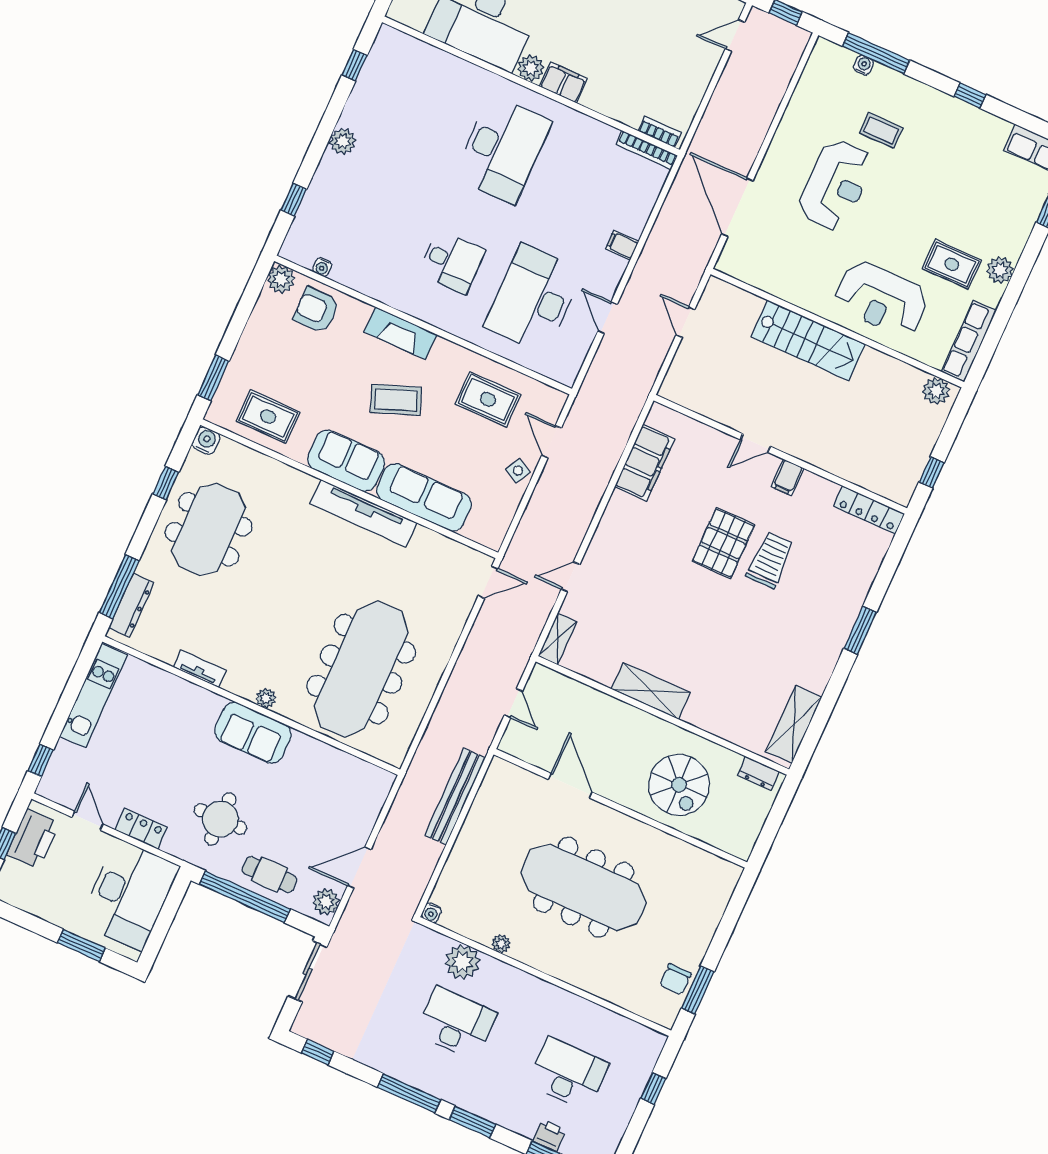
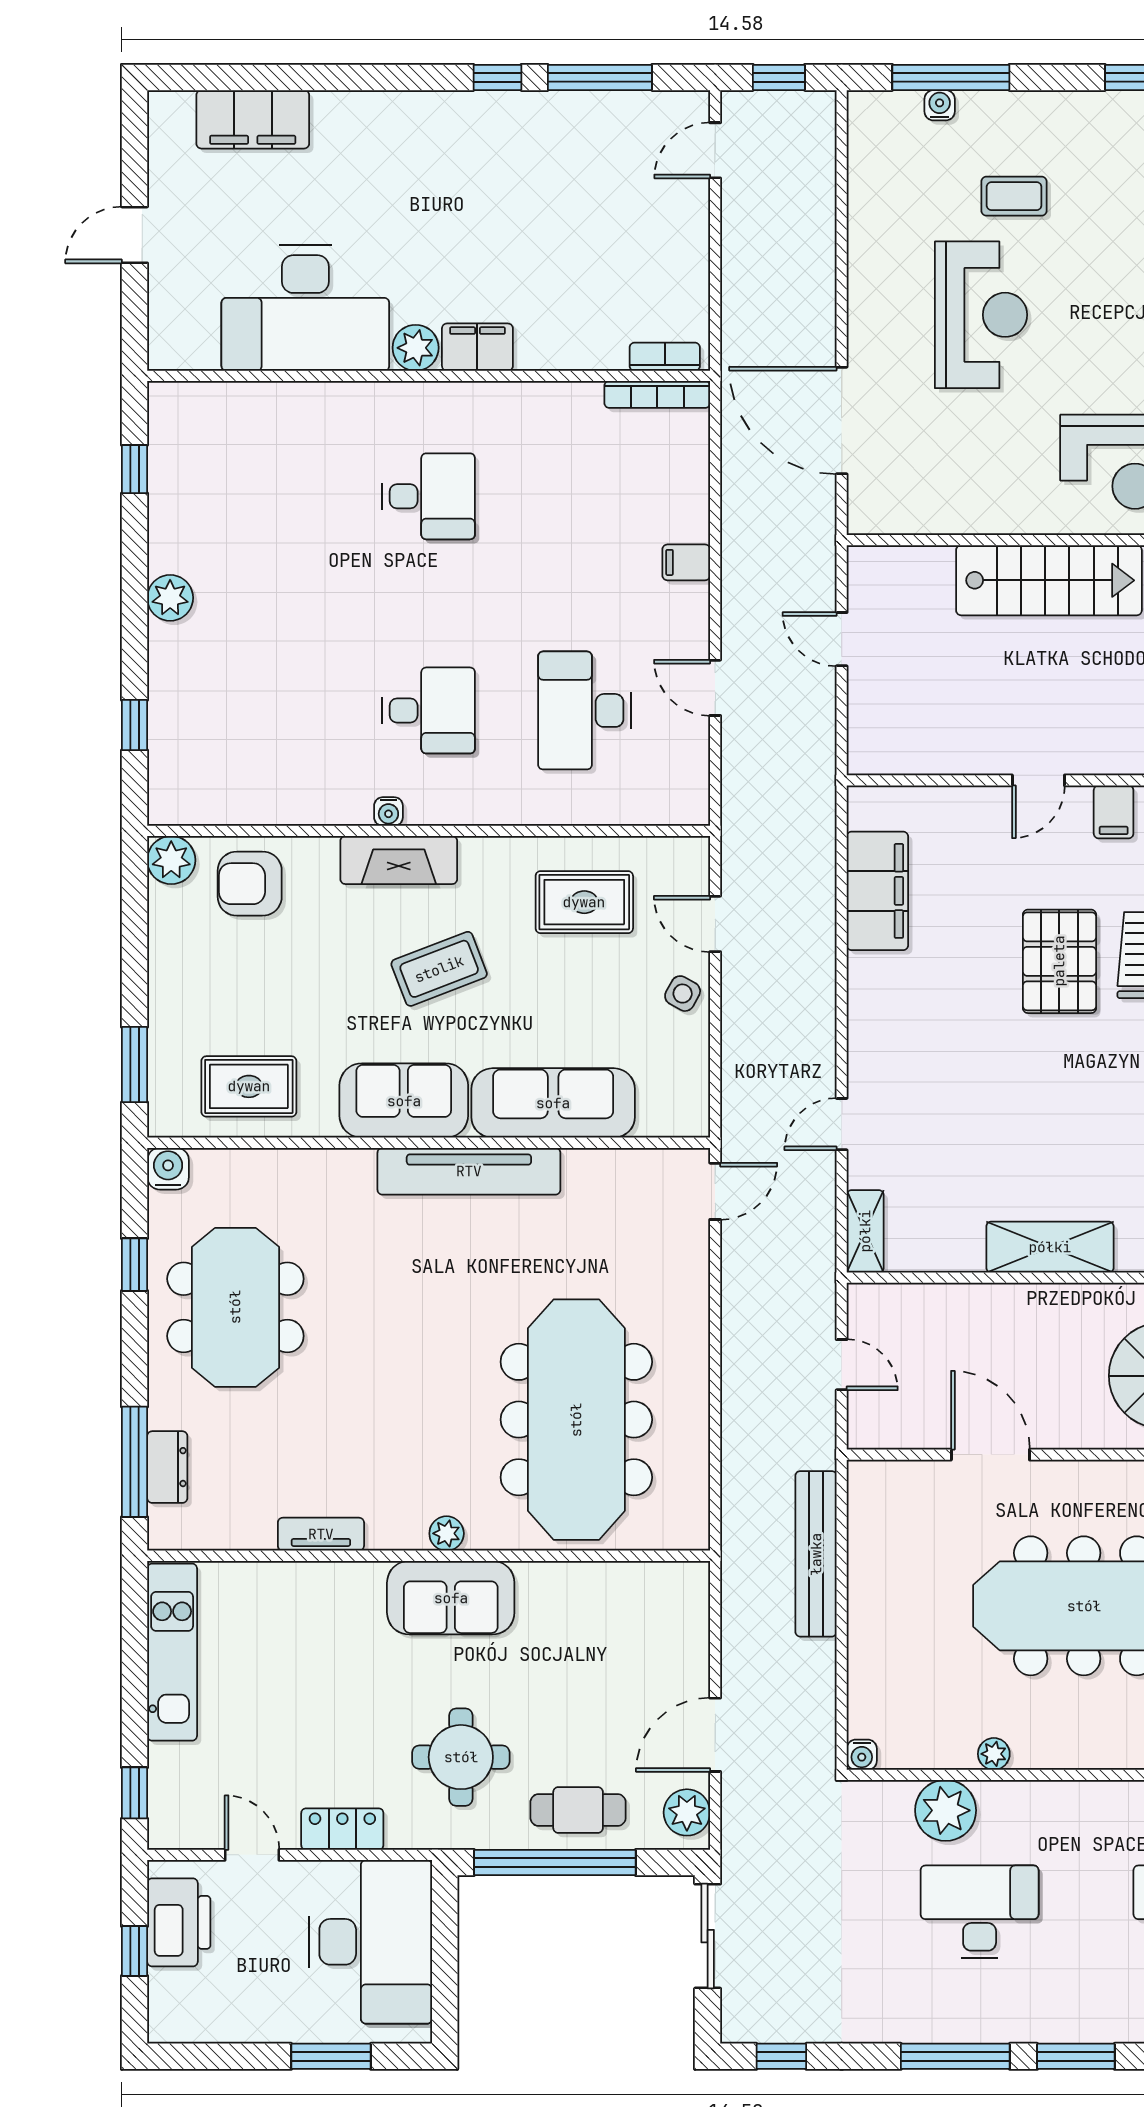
desk: (502, 149) -> (429, 496), width x0.53, depth x0.77
water cooler: (322, 267) -> (388, 812), moved
desk: (534, 299) -> (585, 710), width x0.73, depth x0.77
dresser: (131, 605) -> (167, 1467), width x0.70

